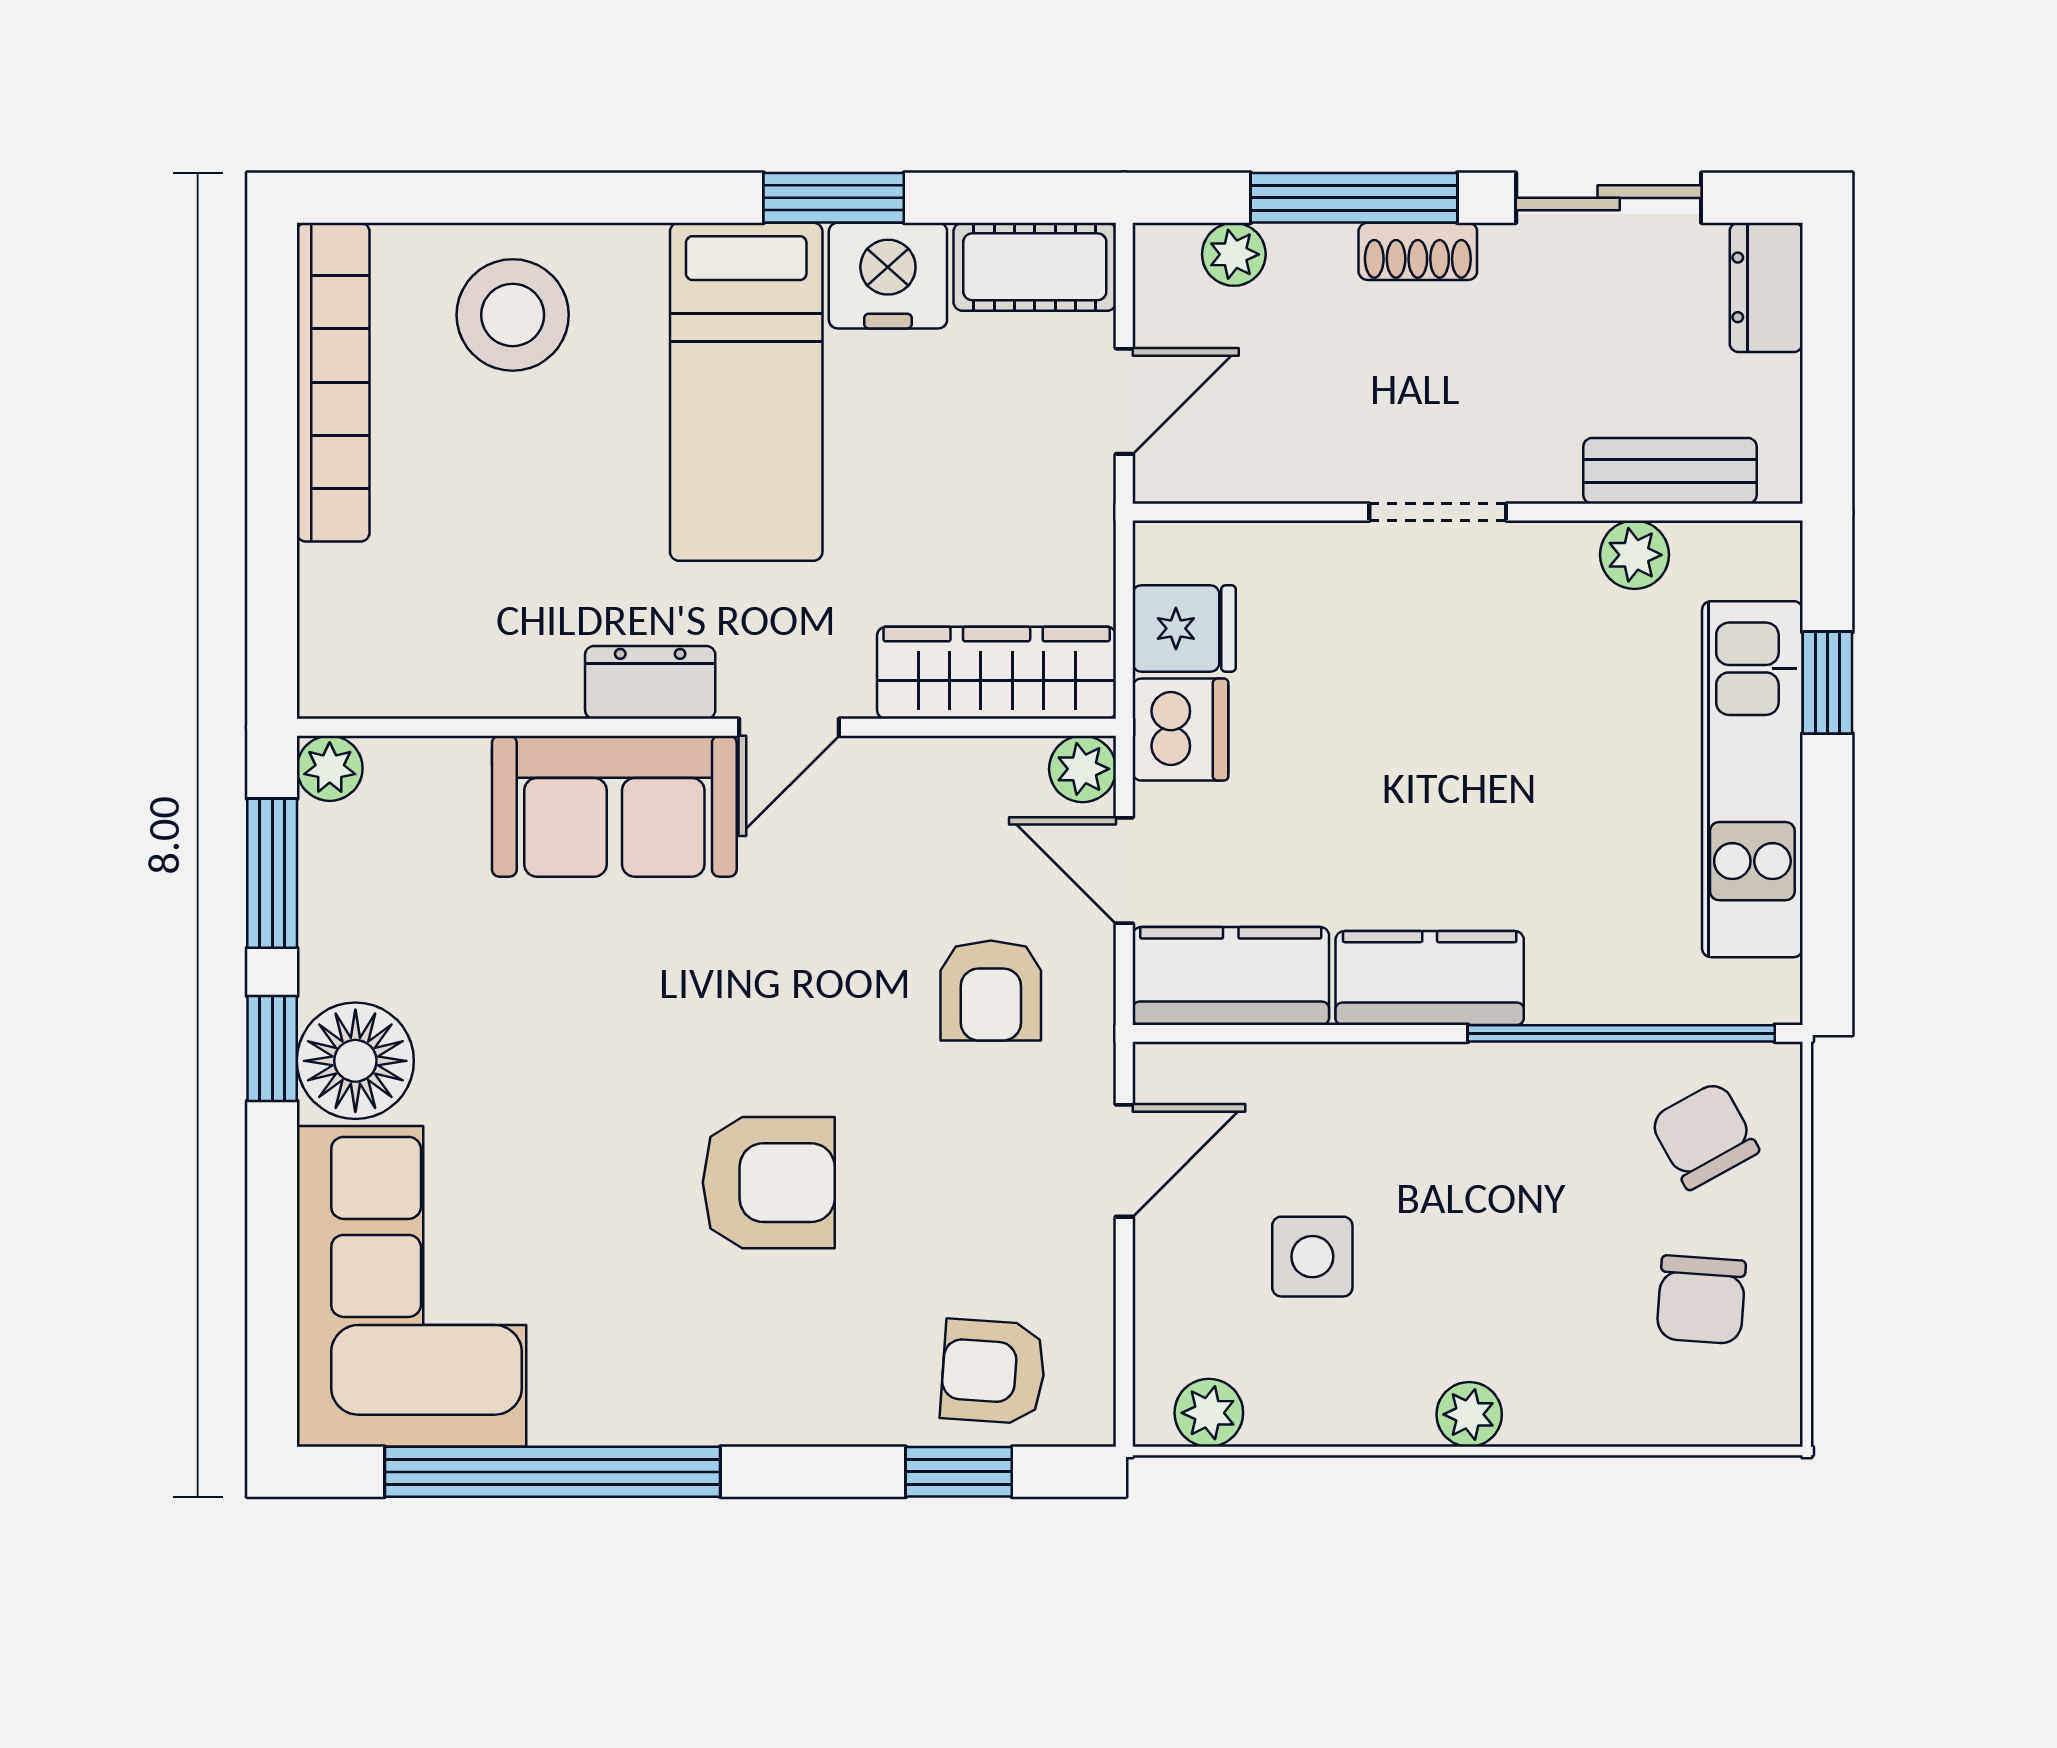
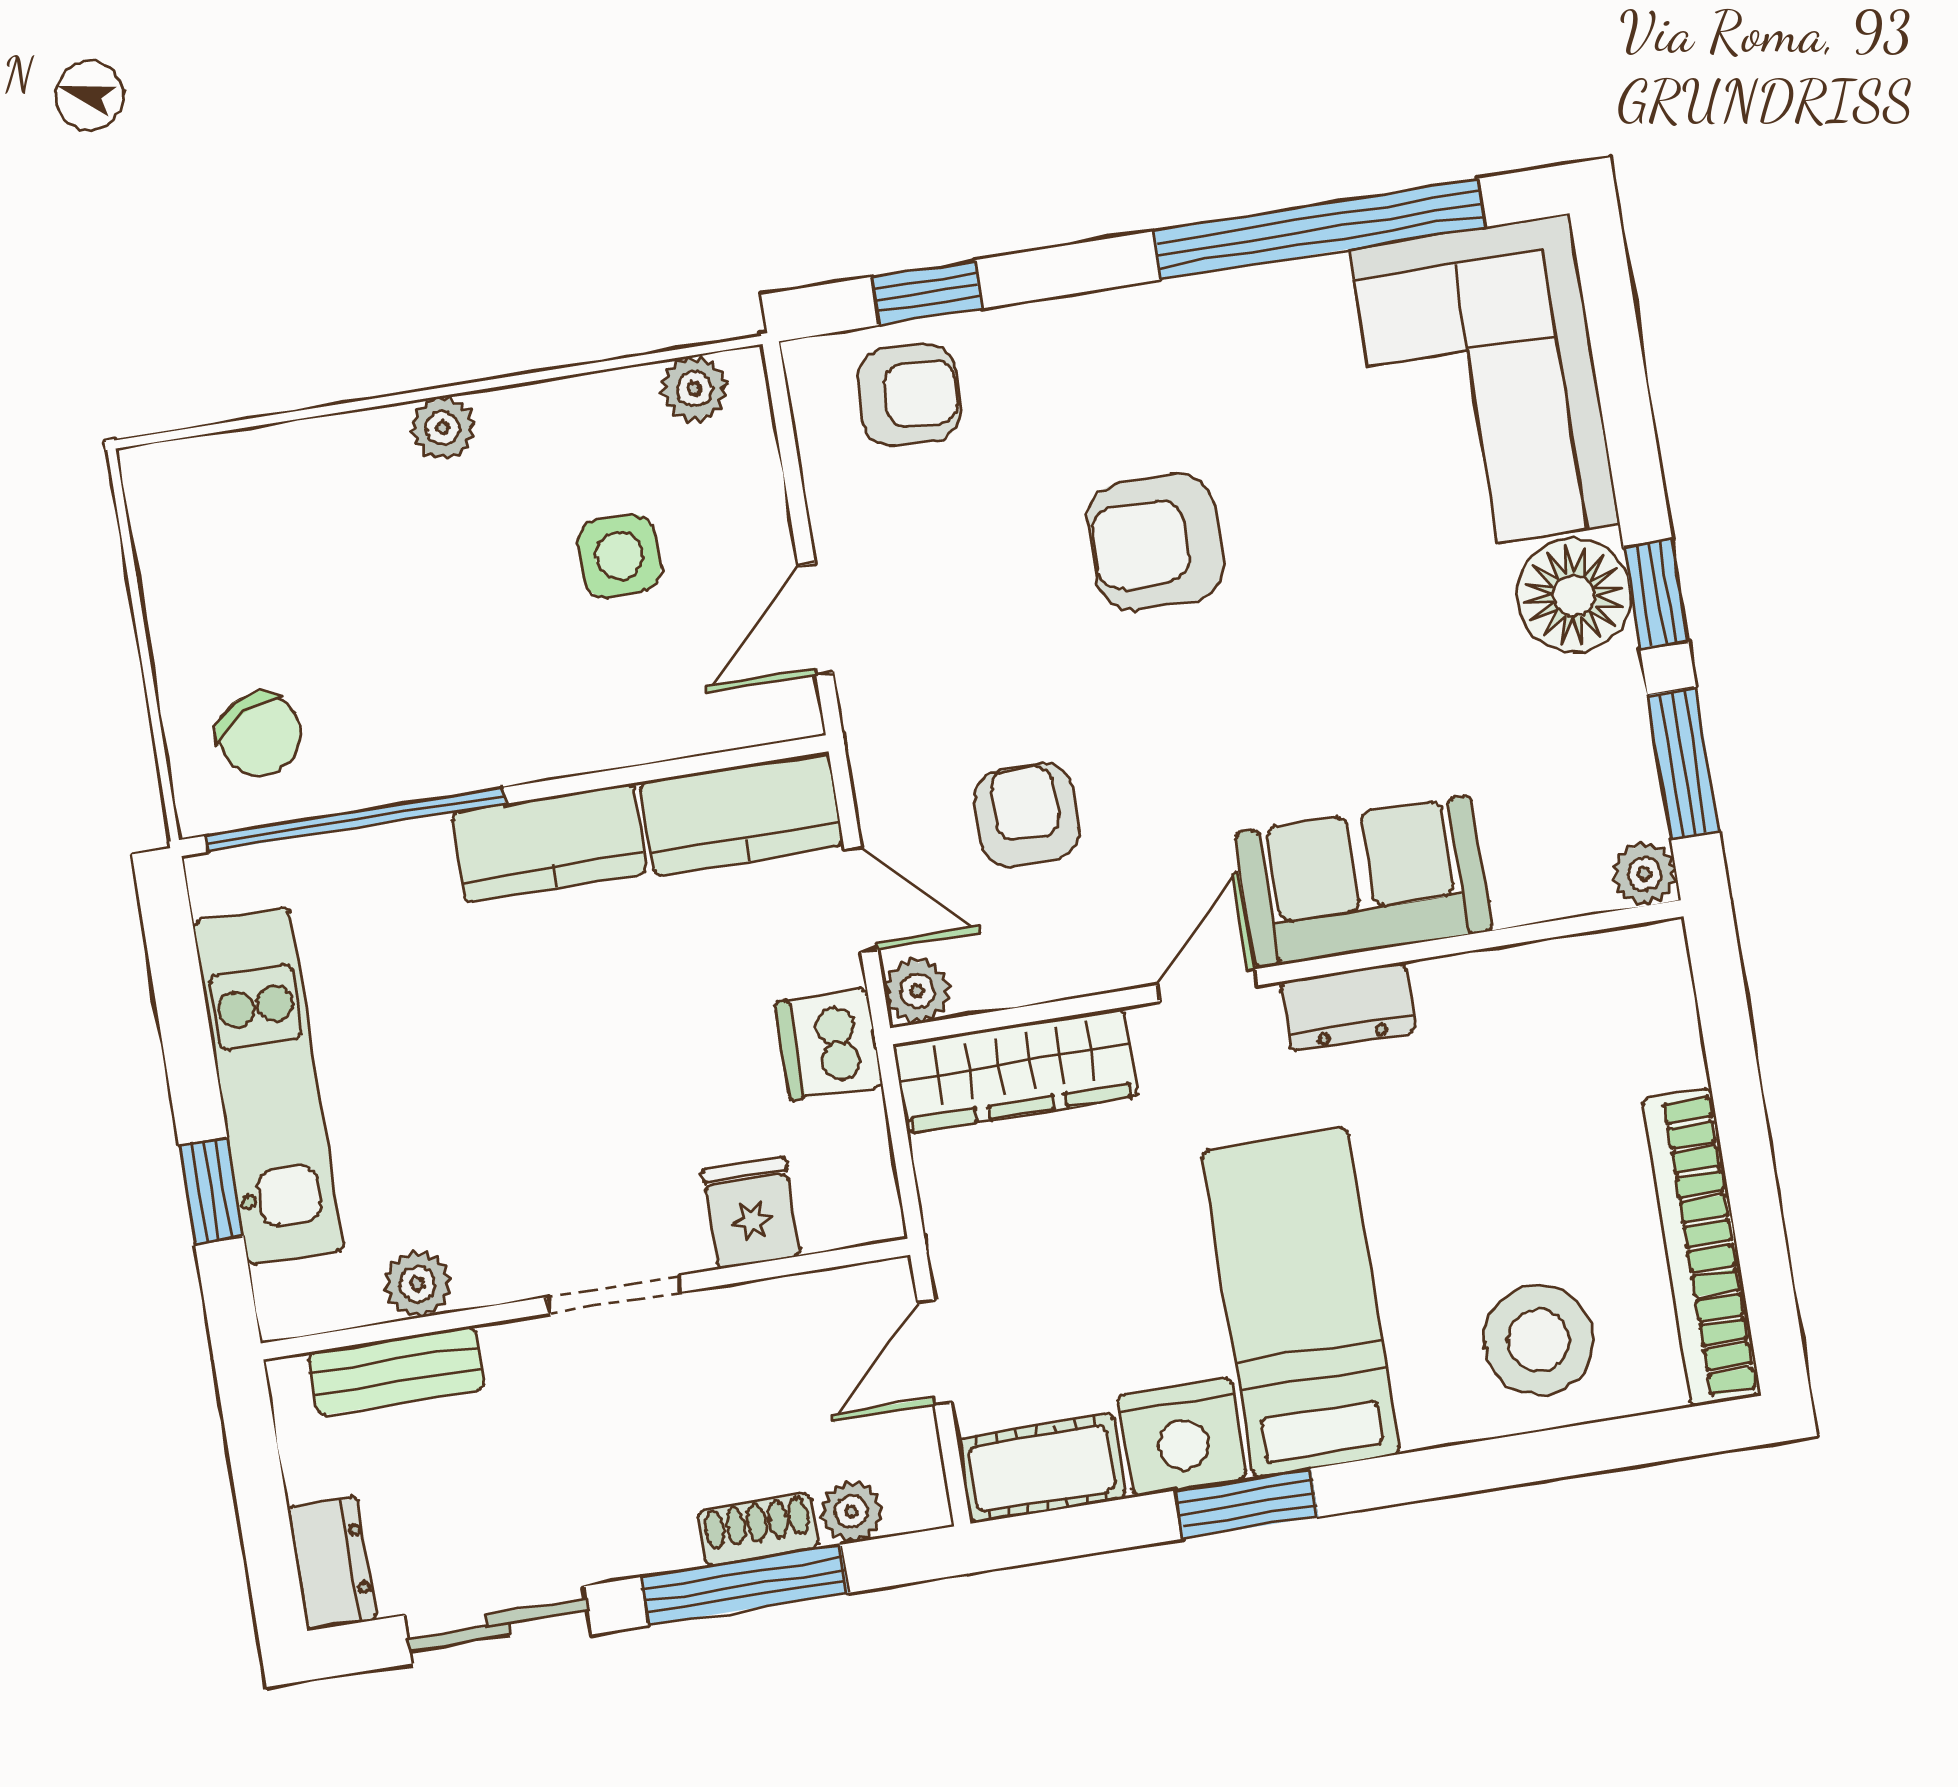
shoe rack: (1418, 251) -> (758, 1530), moved
fridge: (1184, 628) -> (751, 1213), moved, turned 90
armchair: (991, 990) -> (1027, 815), moved
chair: (1701, 1300) -> (237, 575), removed

